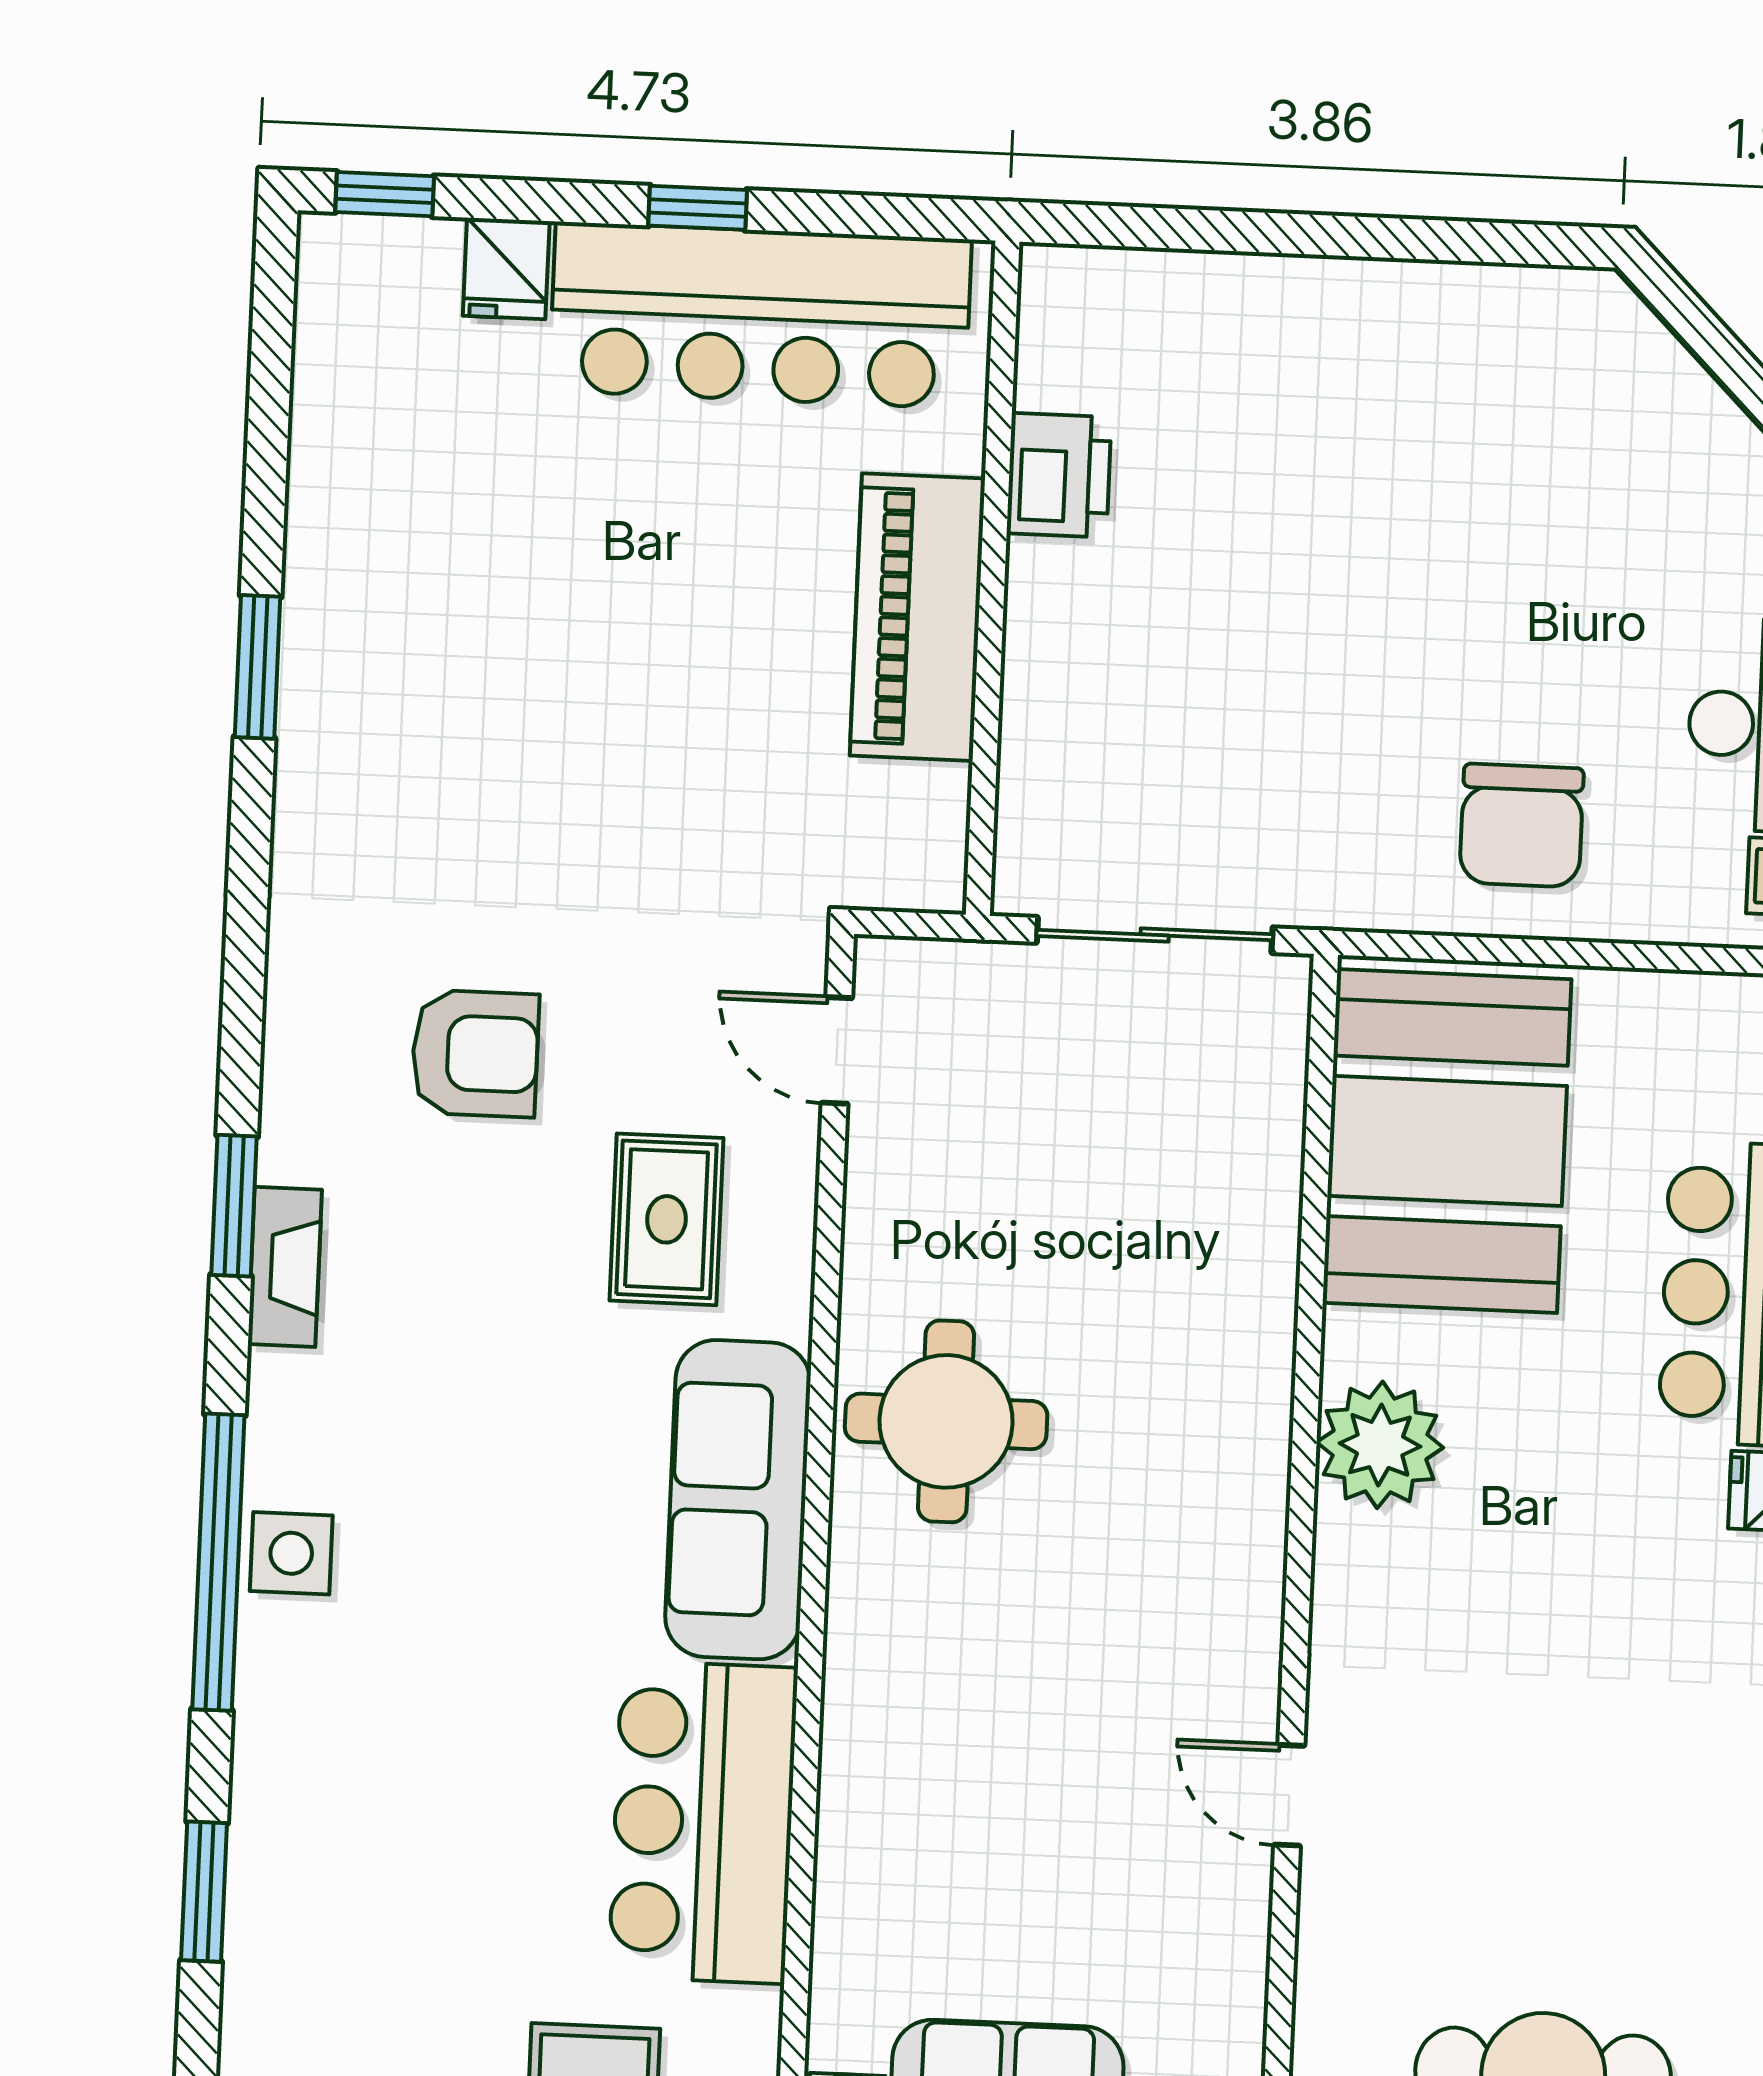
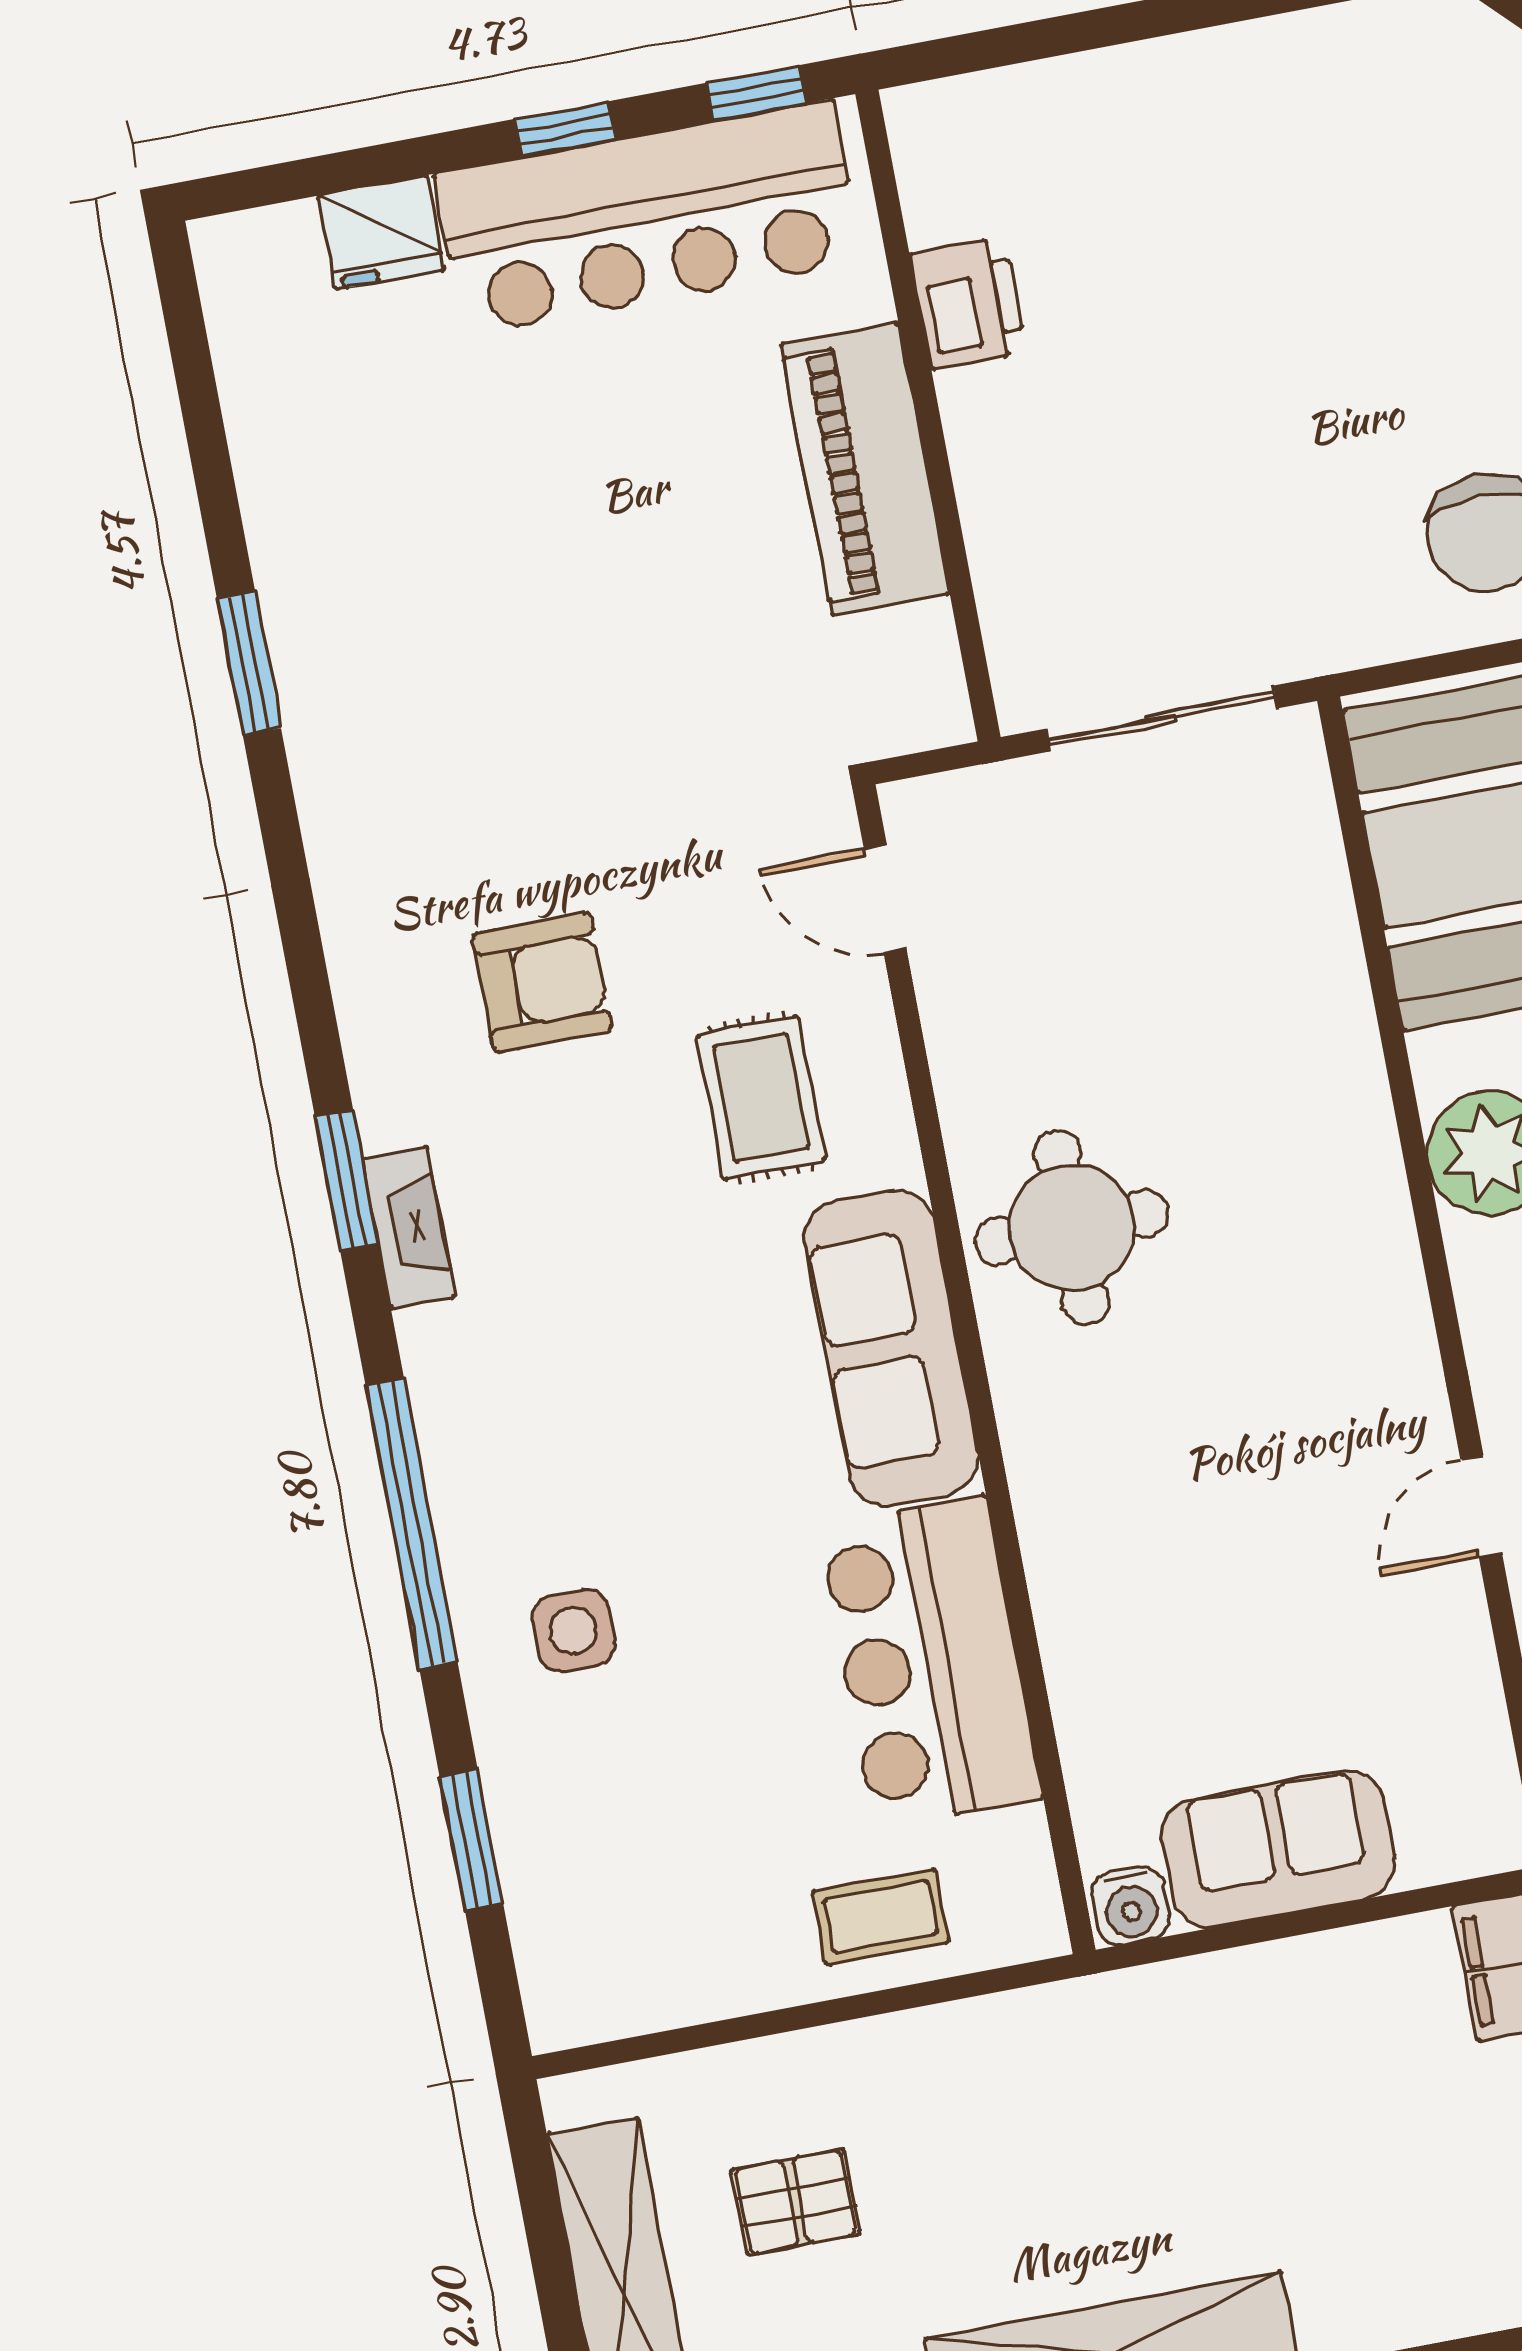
window: (385, 194) -> (756, 93), moved
fridge: (506, 269) -> (381, 232), width x1.38
side table: (291, 1553) -> (573, 1631), moved
door: (1289, 1795) -> (1481, 1506), hinge flipped

